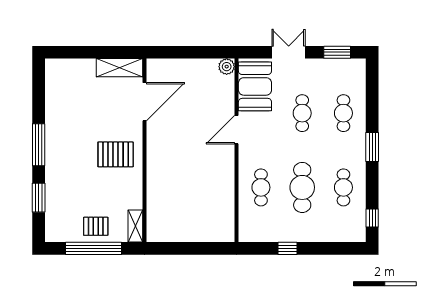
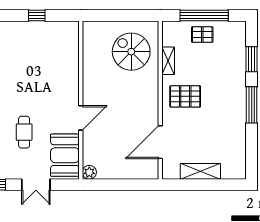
shelving: (120, 68) -> (200, 171), moved
cafe table: (261, 187) -> (60, 68), removed
cafe table: (302, 187) -> (24, 68), removed
spiral stairs: (178, 206) -> (131, 52), added
shelving: (135, 226) -> (168, 61), moved

